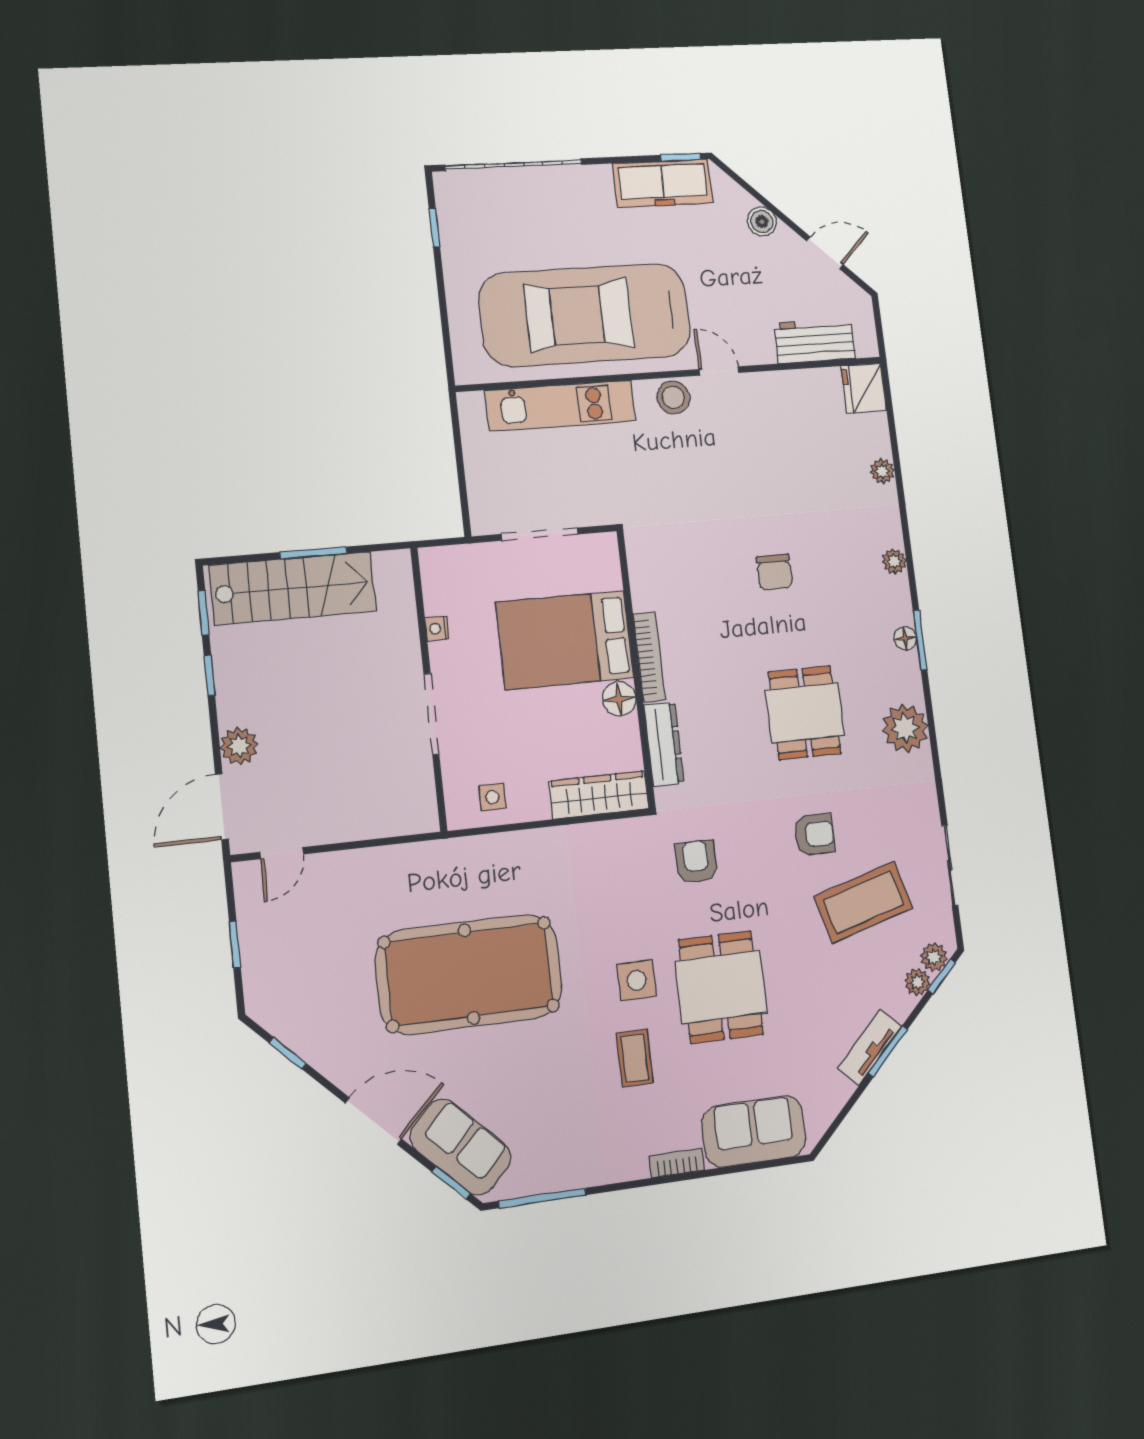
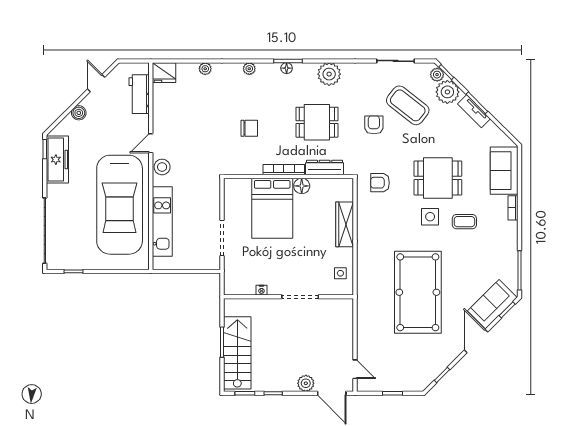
bed: (565, 640) -> (272, 208), moved
bookcase: (649, 657) -> (284, 170), moved
wall: (636, 669) -> (288, 176), moved
floor lamp: (619, 699) -> (302, 186), moved
dresser: (664, 744) -> (325, 167), moved
coffee table: (863, 902) -> (408, 105), turned -36
plant: (917, 982) -> (447, 92), width x1.87, depth x1.87

